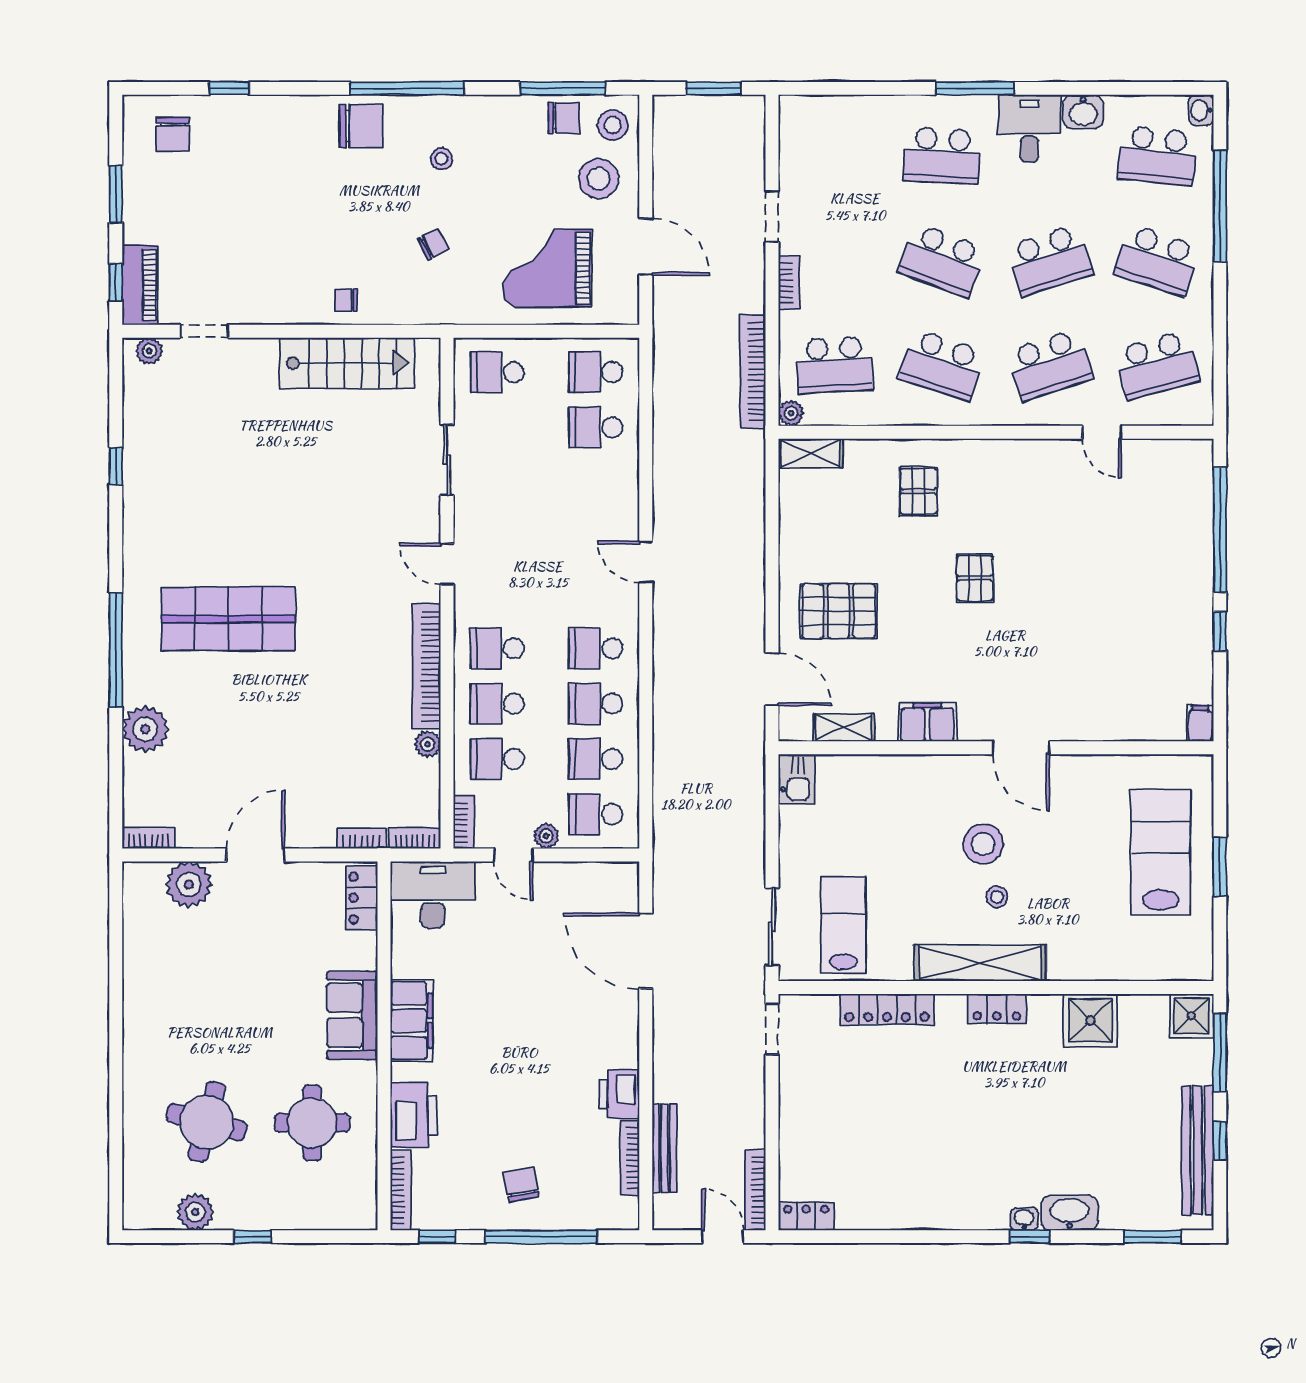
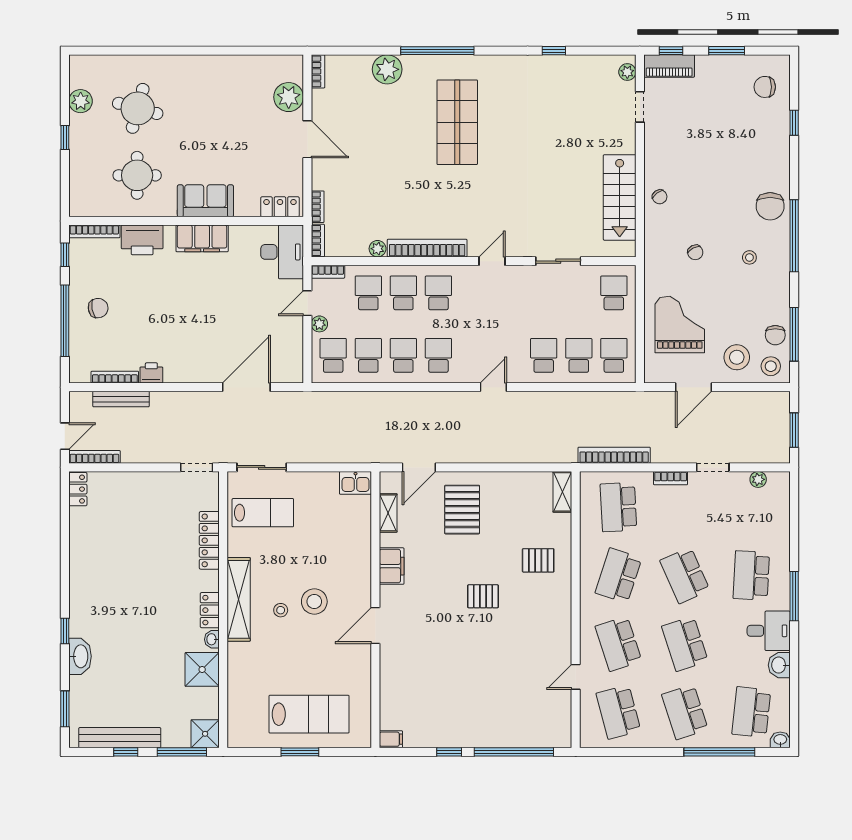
school desk: (942, 260) -> (685, 575), turned -45
school desk: (1157, 260) -> (685, 712), turned -36
chair: (346, 300) -> (660, 197), turned 143
plant: (791, 413) -> (758, 479), moved
school desk: (596, 483) -> (544, 355), added
printer: (619, 1094) -> (151, 373), width x0.73, depth x0.81
washbasin: (1024, 1219) -> (212, 639), moved, turned 180

